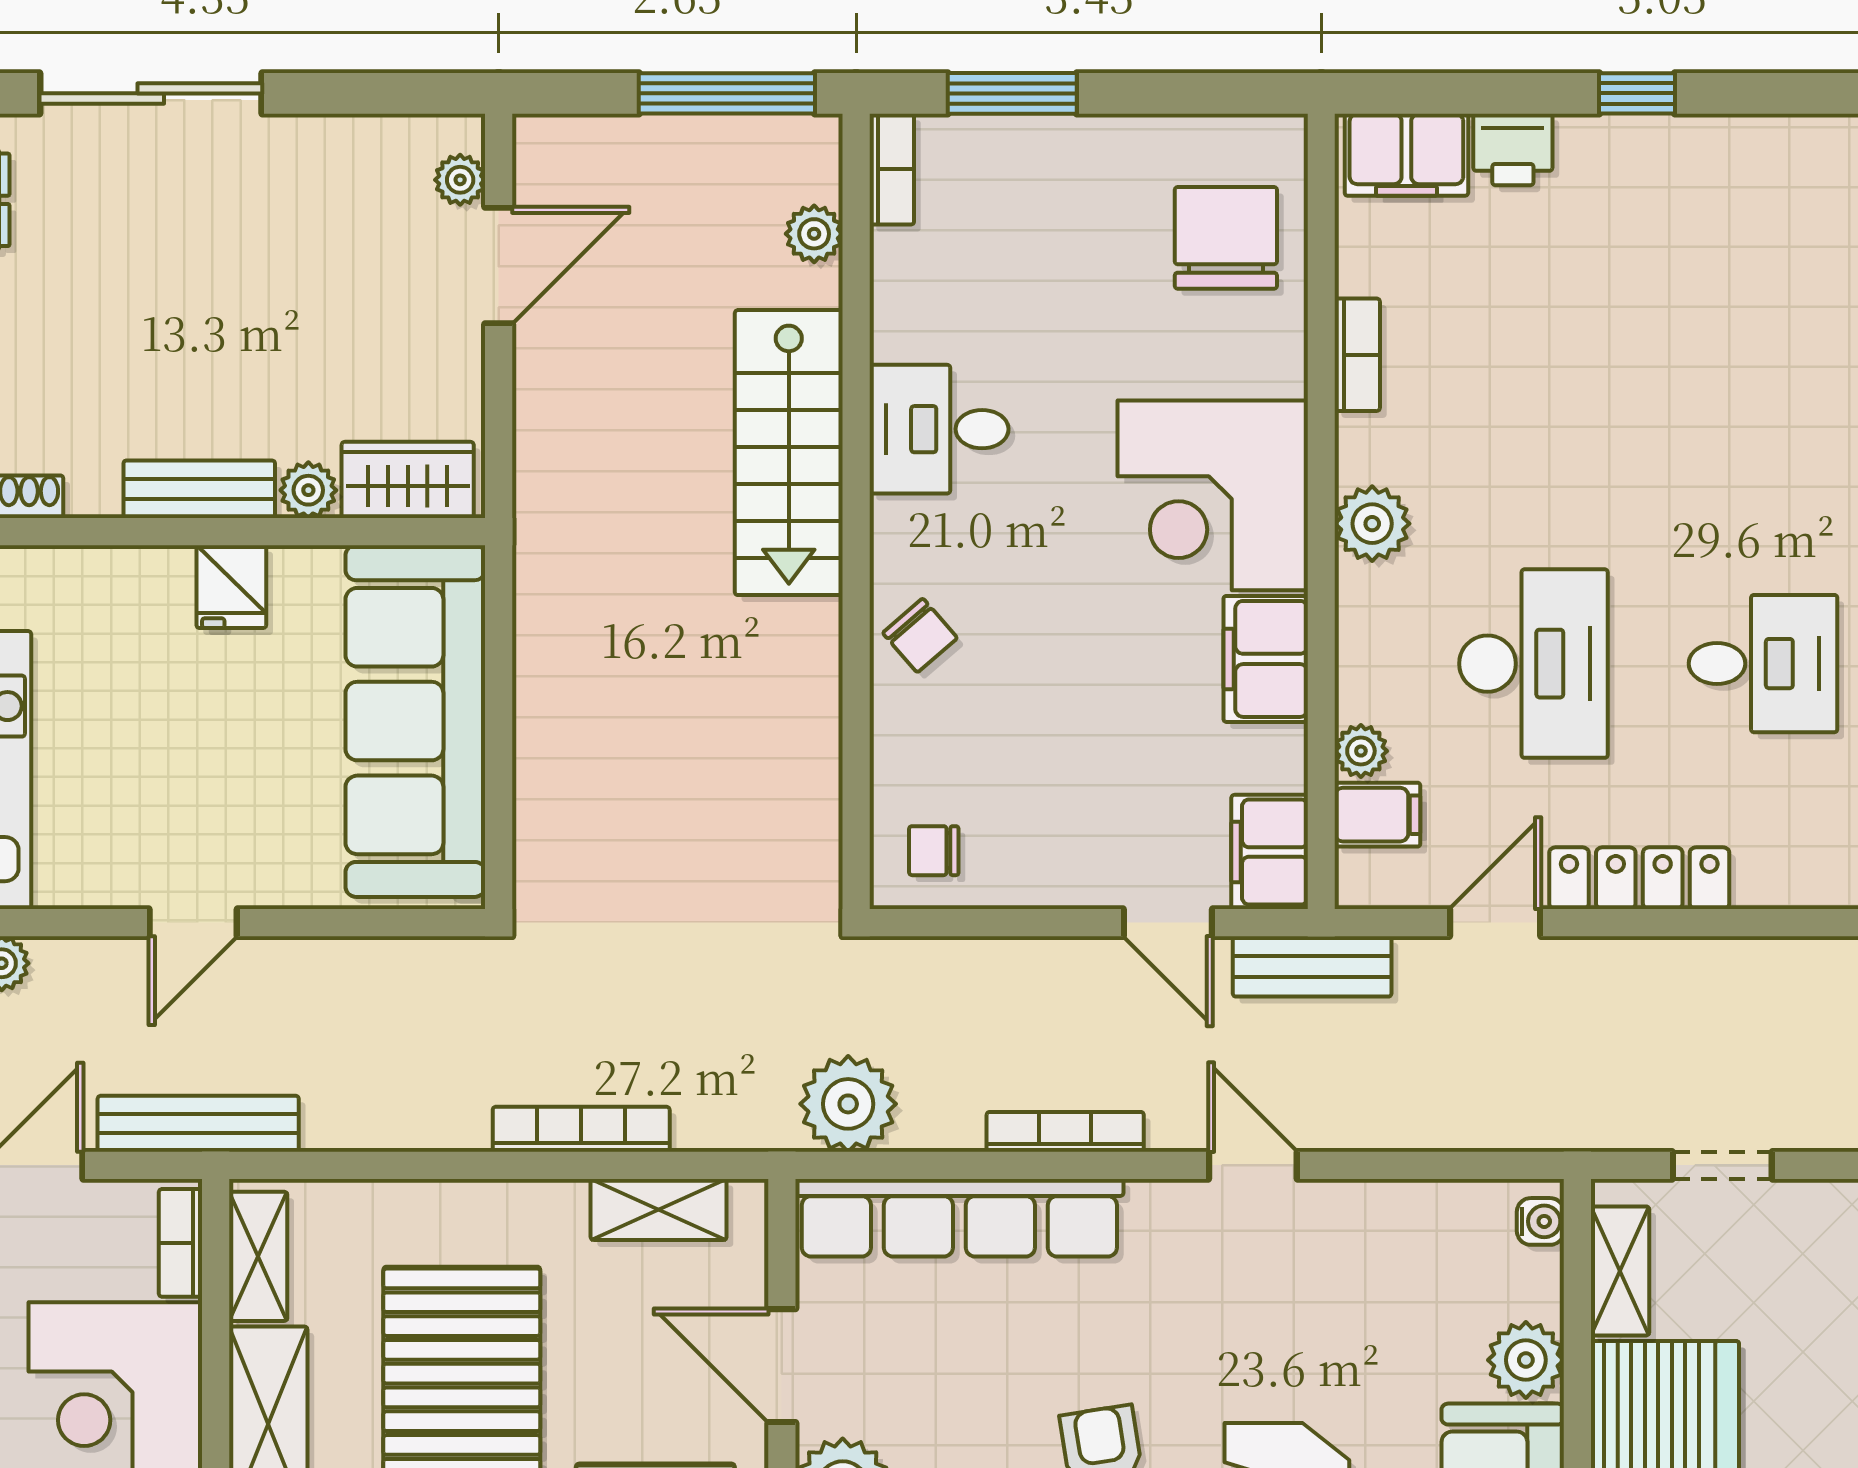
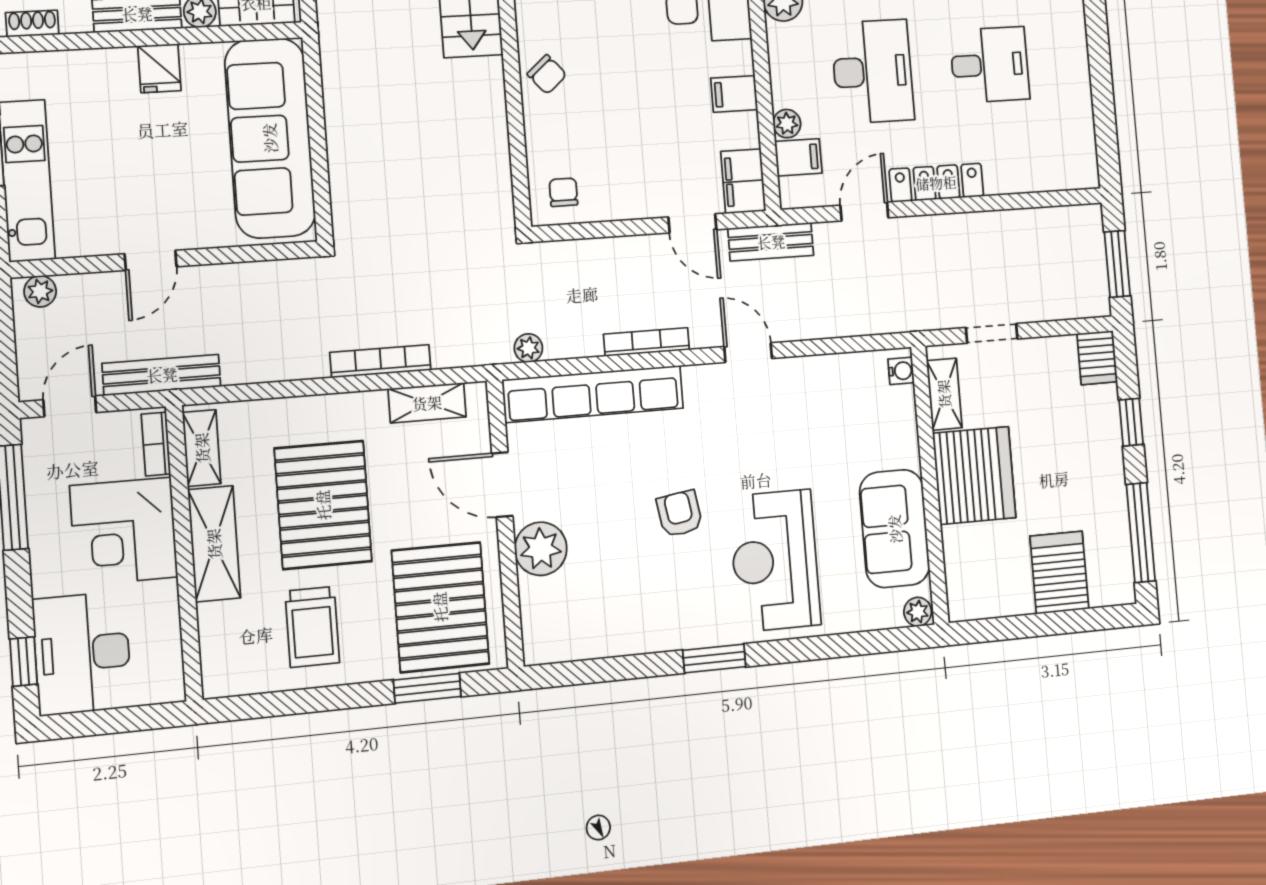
filing cabinet: (1266, 659) -> (734, 94), width x0.50
chair: (934, 851) -> (563, 192), turned 90
plant: (848, 1104) -> (528, 348), width x0.53, depth x0.53
plant: (1526, 1360) -> (900, 446), removed

